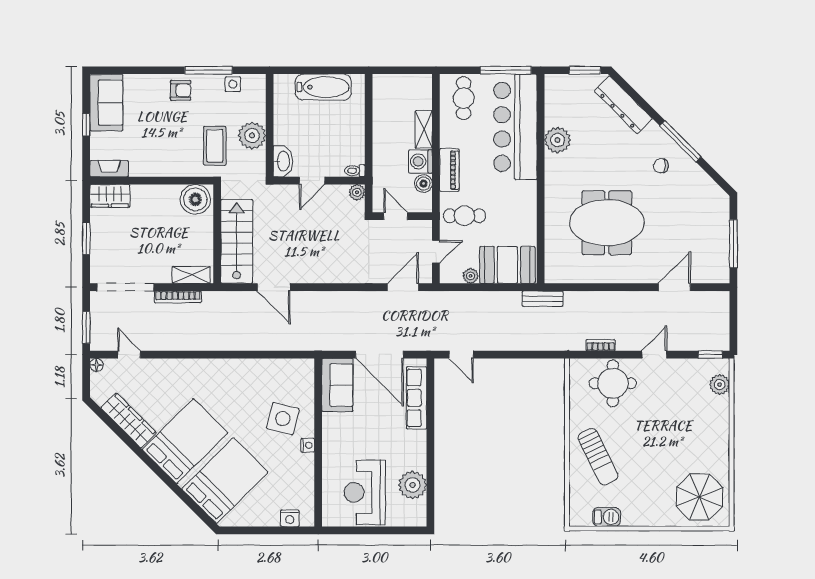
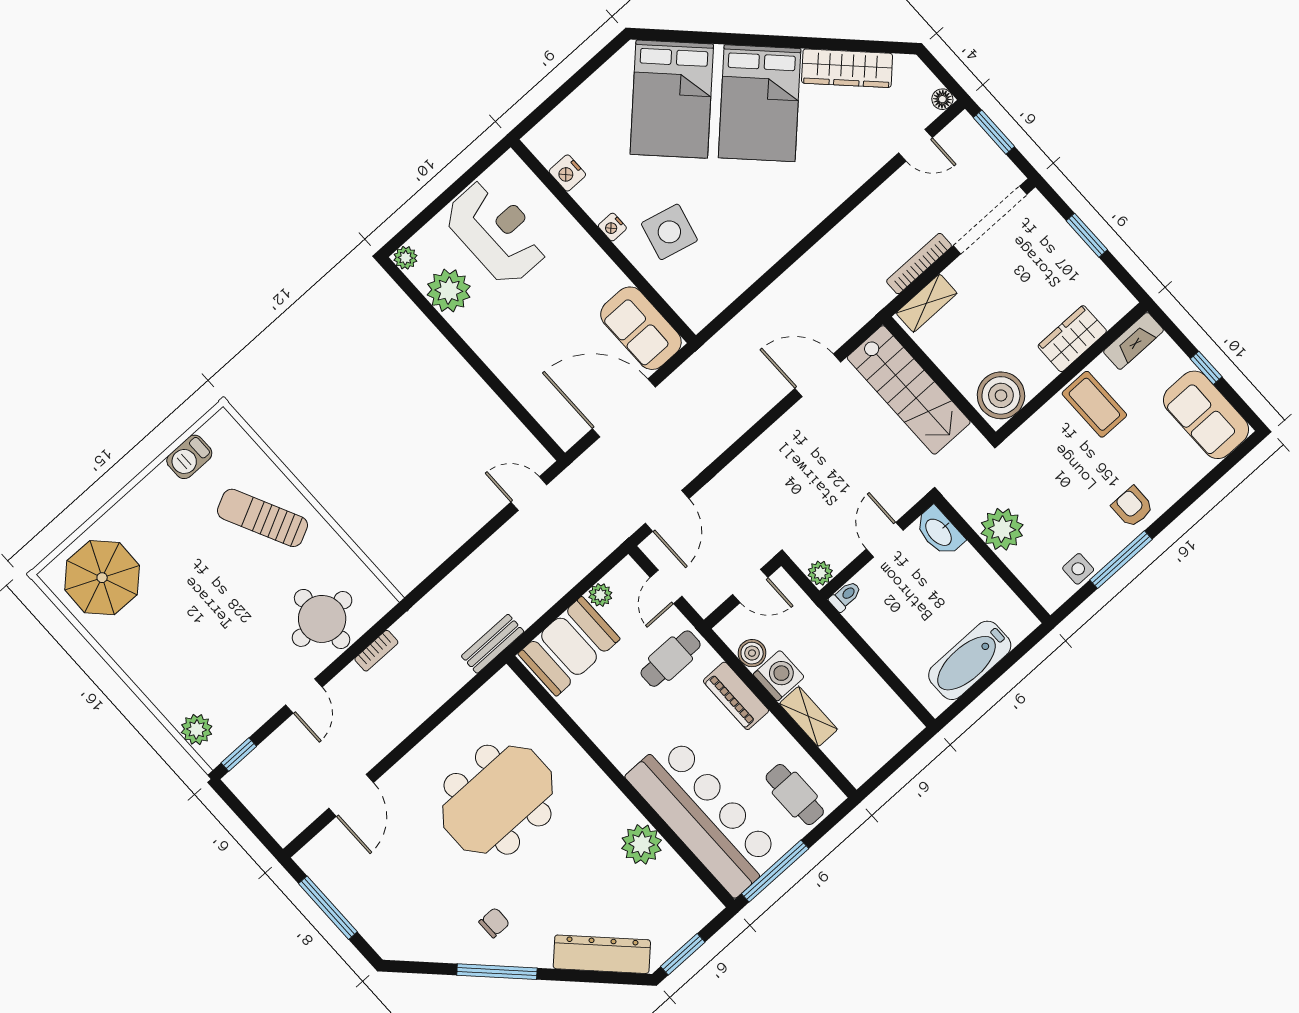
armchair: (181, 90) -> (1132, 507), turned 90
coffee table: (215, 146) -> (1094, 404), moved
wardrobe: (110, 196) -> (1072, 339), moved
row of seats: (417, 398) -> (535, 396), removed
nightstand: (290, 518) -> (567, 173), moved, turned -90
plant: (419, 519) -> (405, 258), added

